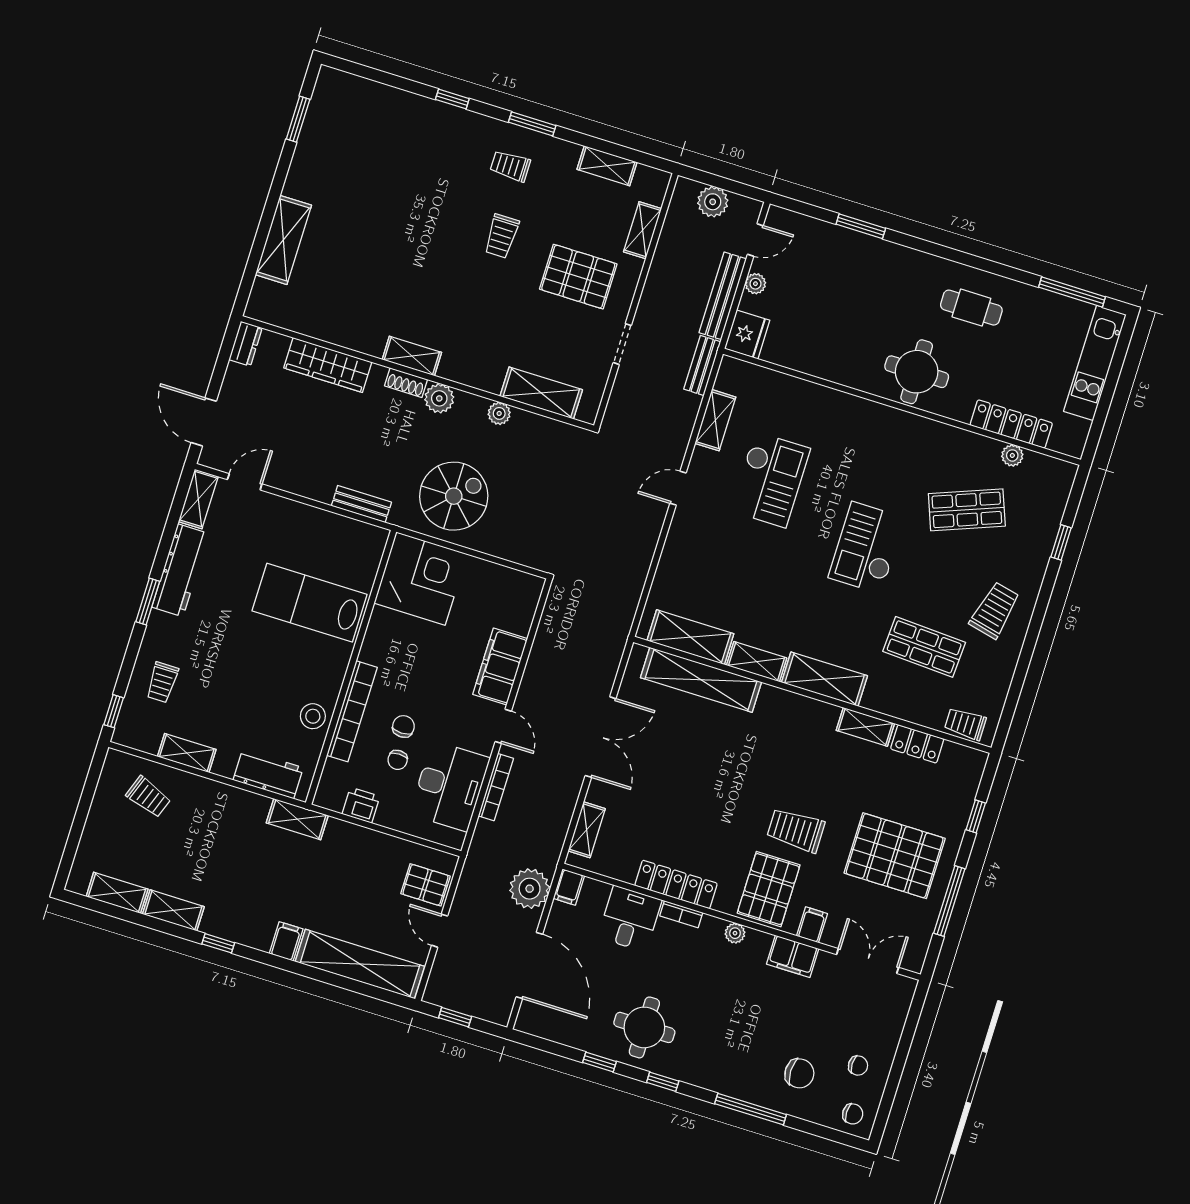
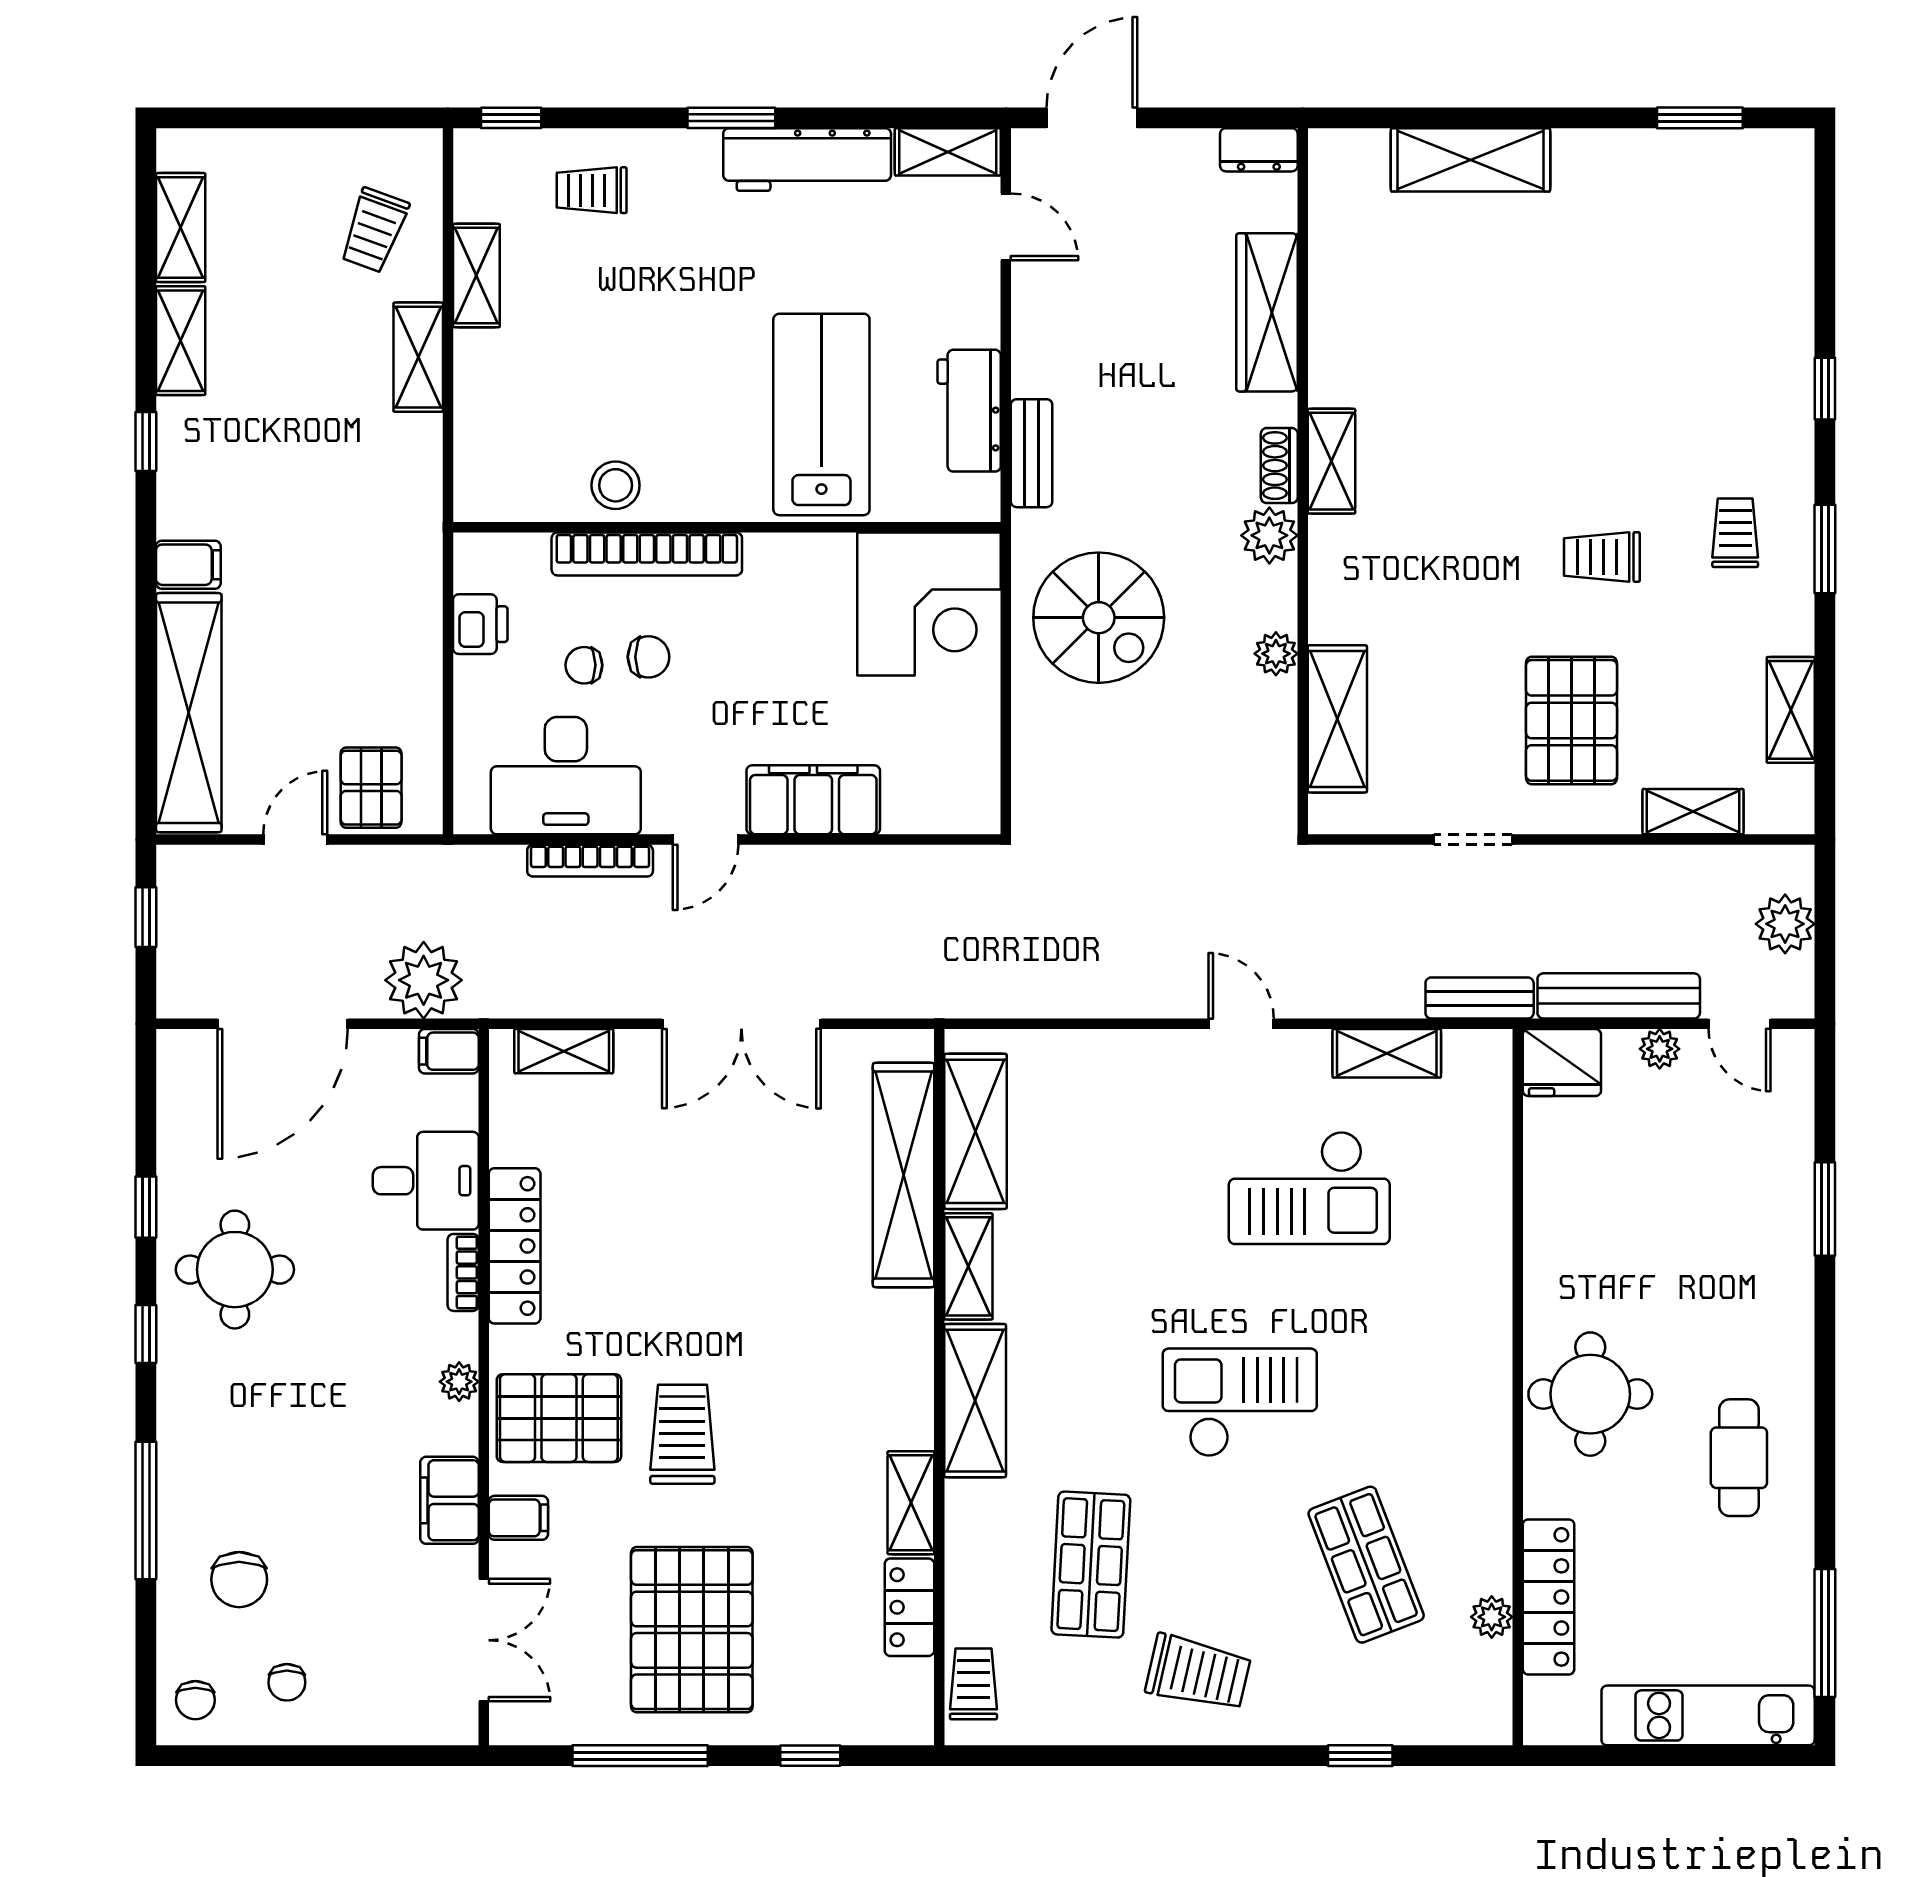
workbench: (268, 774) -> (969, 411), moved, turned 180
shelving: (297, 819) -> (418, 357), moved

